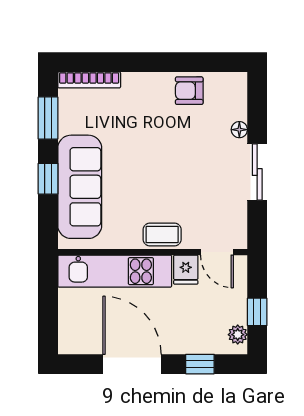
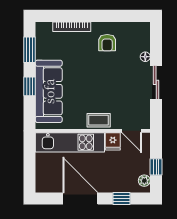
bookcase: (89, 80) -> (72, 27), moved
armchair: (189, 91) -> (107, 43), moved, turned -90

